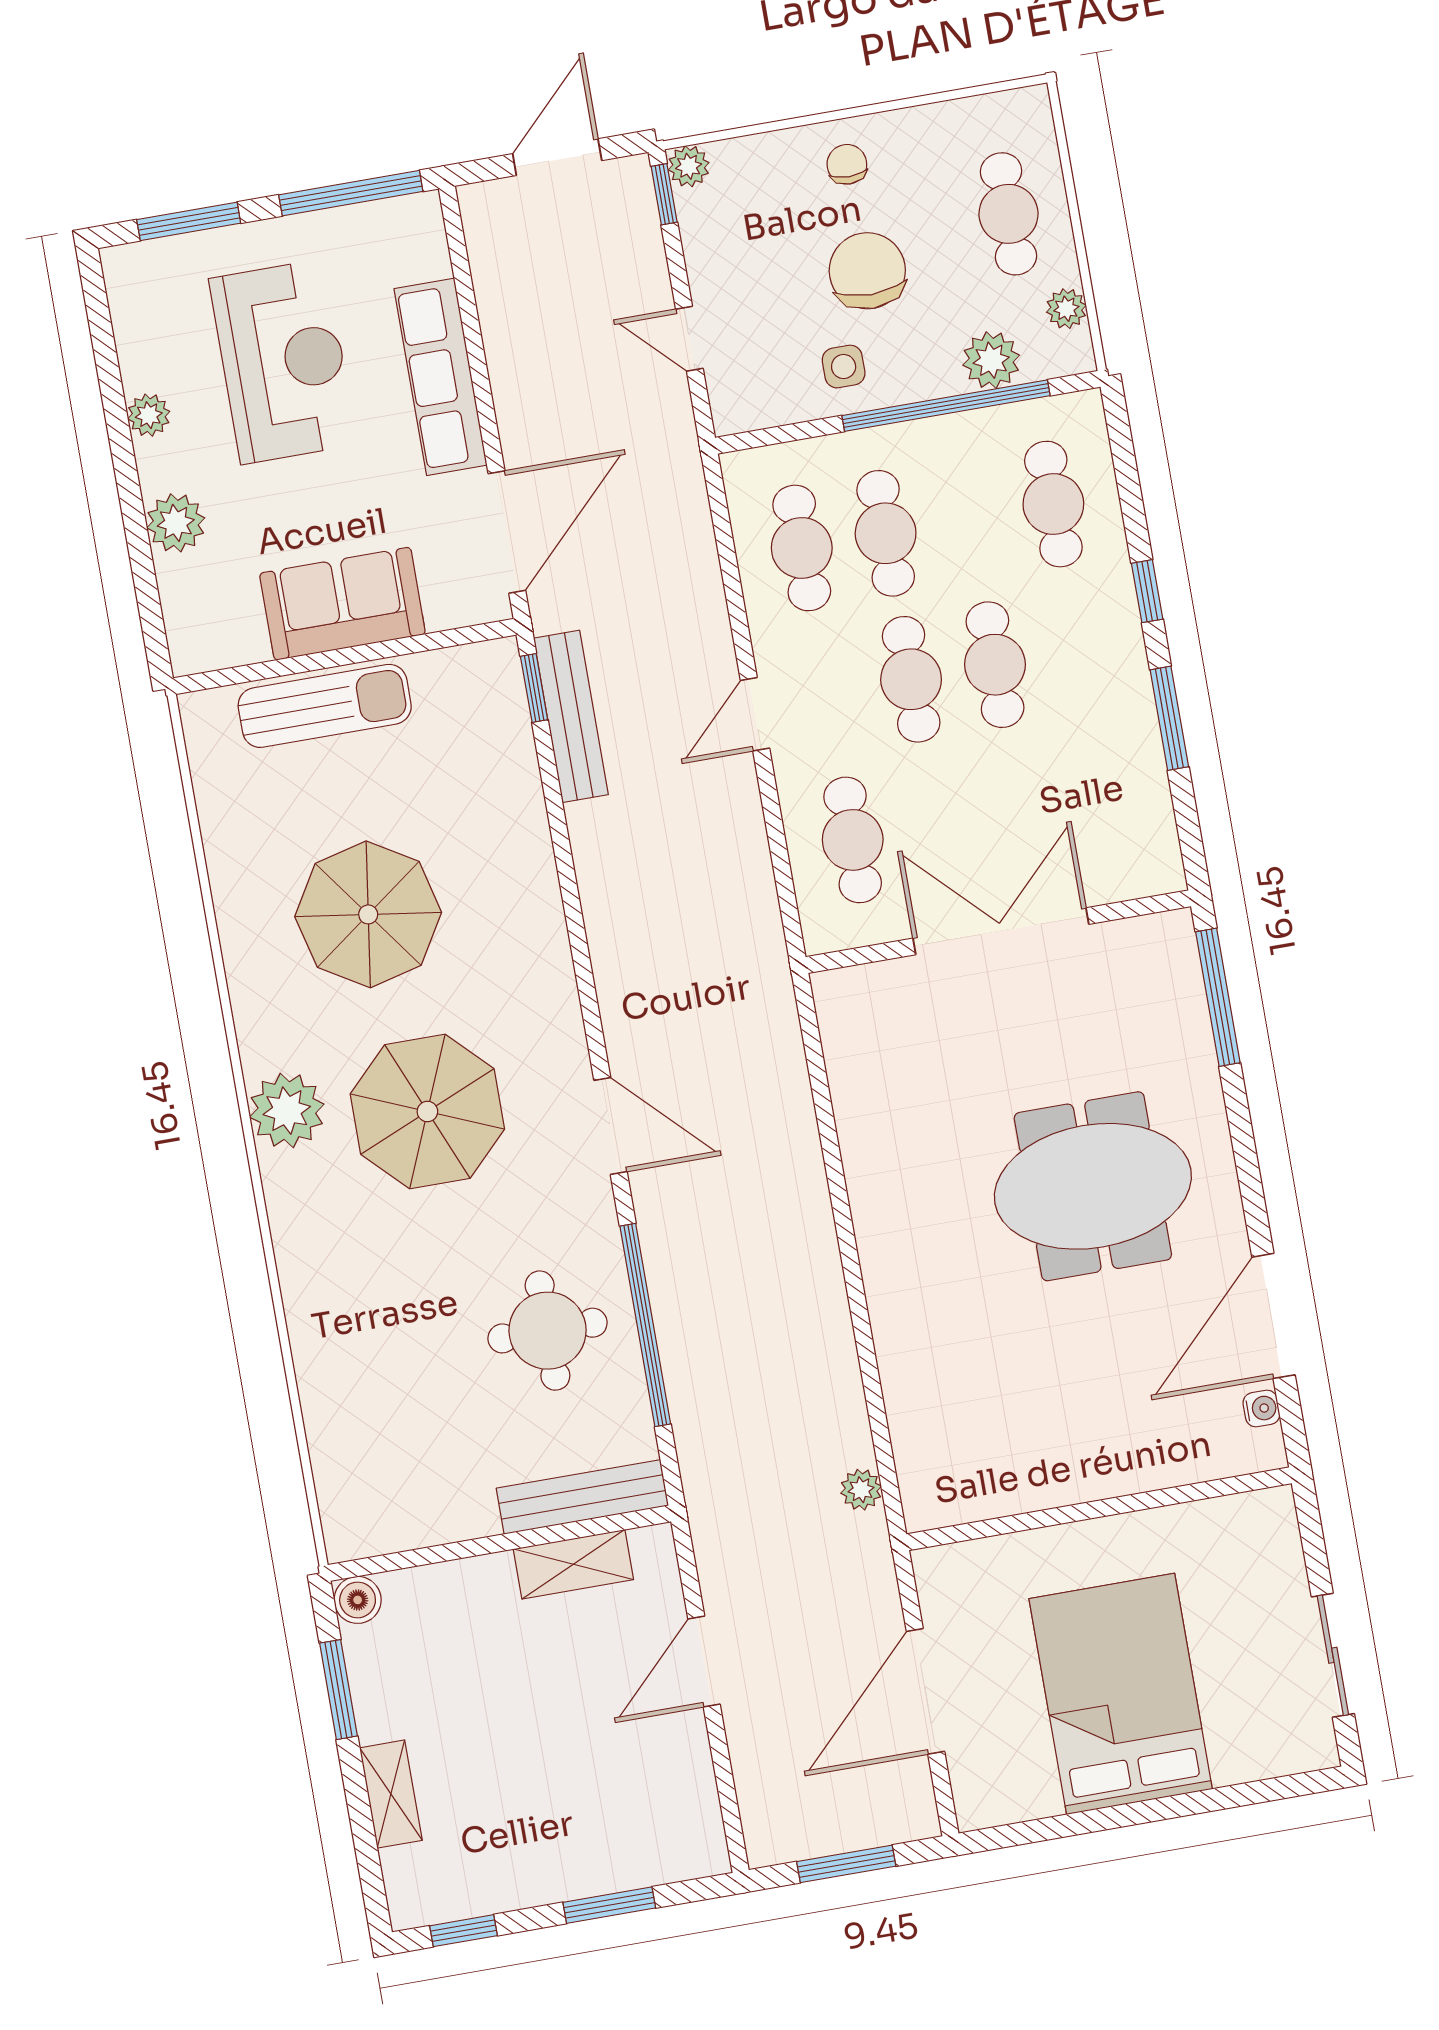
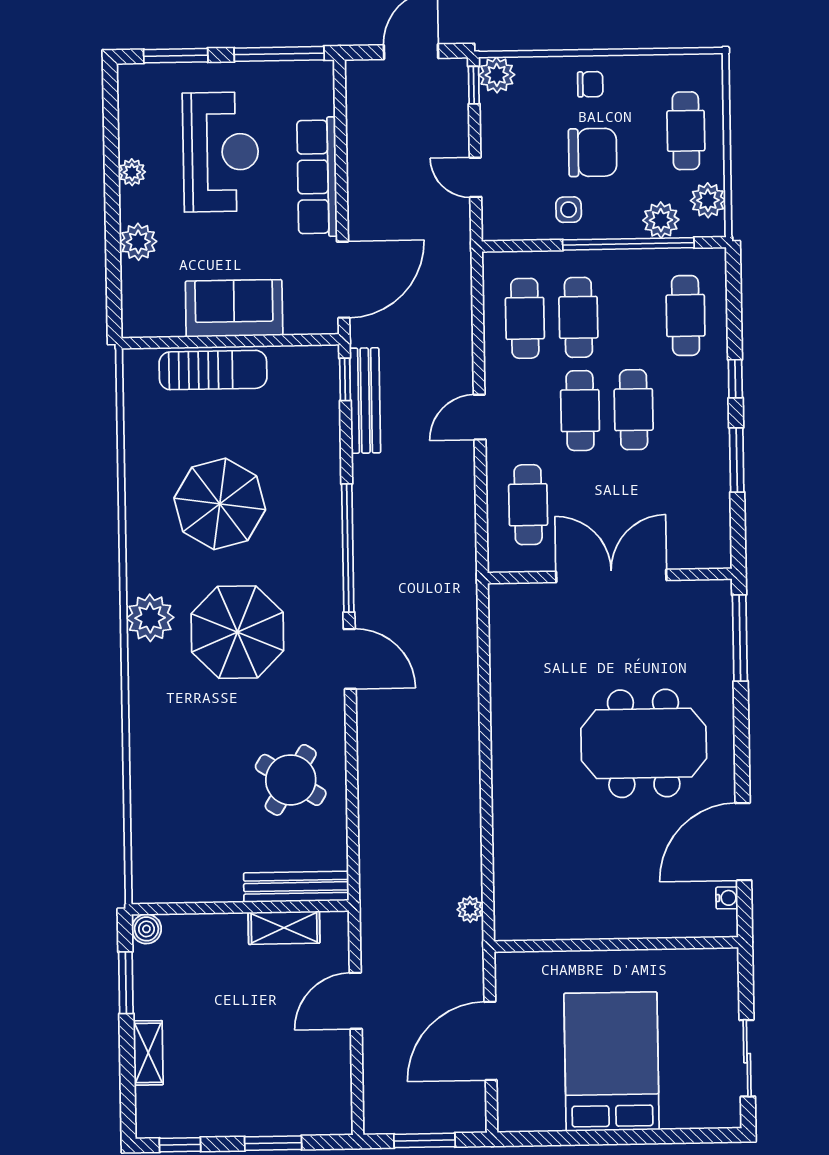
chair: (847, 164) -> (590, 84), turned 90
plant: (689, 166) -> (497, 75), width x1.38, depth x1.38
chair: (867, 271) -> (593, 152), turned 90
plant: (1066, 309) -> (708, 200), width x1.38, depth x1.38
window: (645, 1325) -> (348, 548), moved
round table: (548, 1331) -> (291, 780), turned 32

